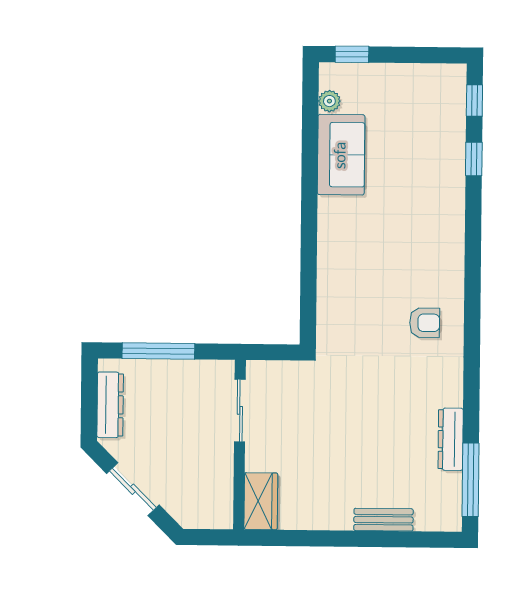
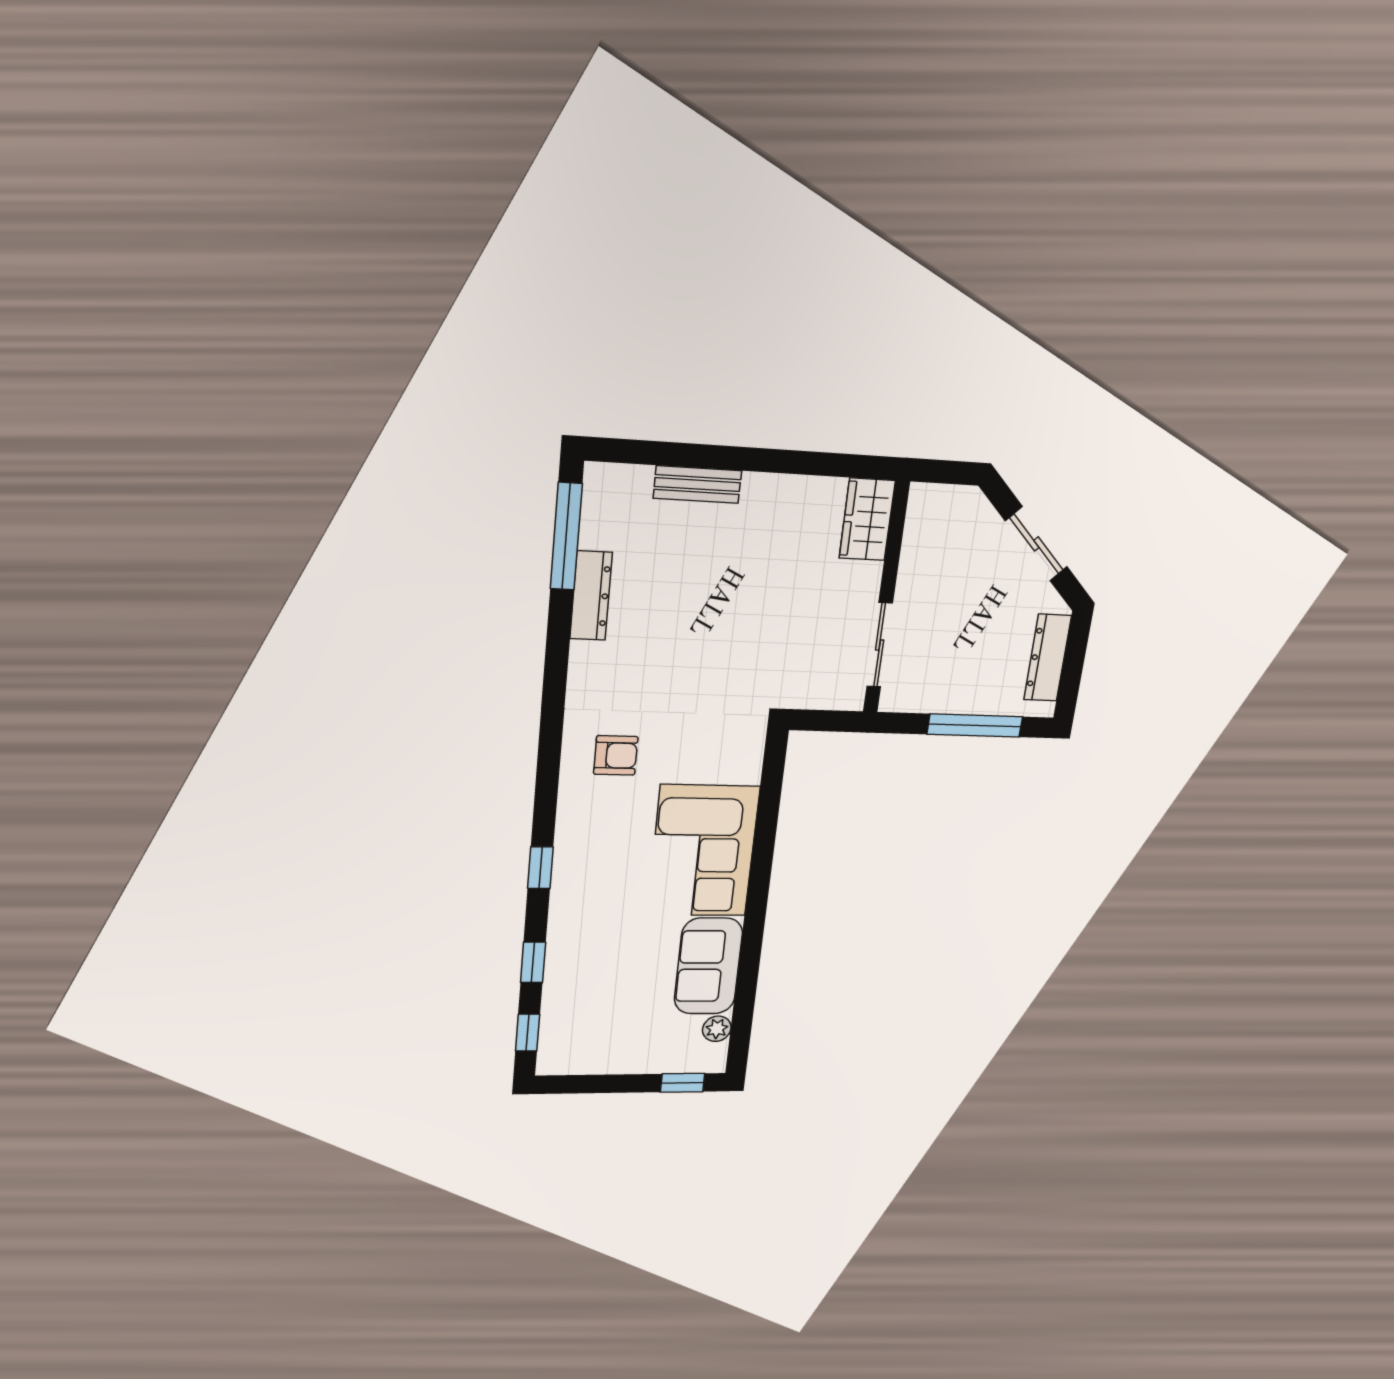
window: (473, 235) -> (540, 868), added
corner sofa: (354, 249) -> (703, 851), added
armchair: (425, 323) -> (616, 755), turned 180

